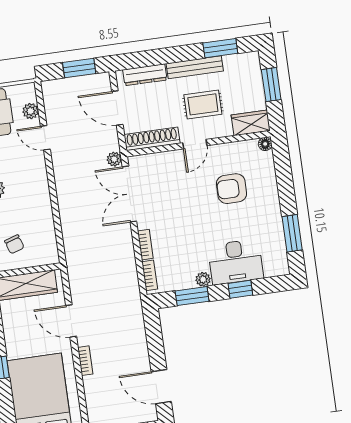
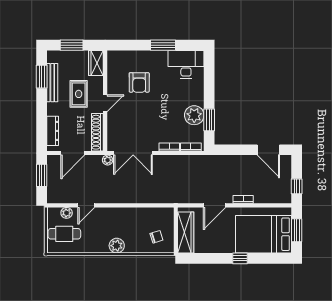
bench: (195, 67) -> (52, 83), moved
door: (195, 144) -> (105, 103), hinge flipped
floor lamp: (265, 144) -> (112, 55), removed
window: (292, 233) -> (163, 45), moved
desk: (236, 262) -> (186, 64), moved, turned -90
plant: (203, 279) -> (194, 115), width x1.88, depth x1.88
window: (240, 289) -> (209, 86), removed
door: (161, 387) -> (268, 150), hinge flipped

